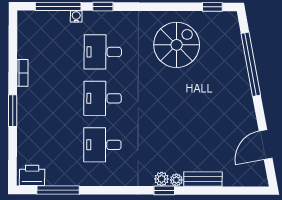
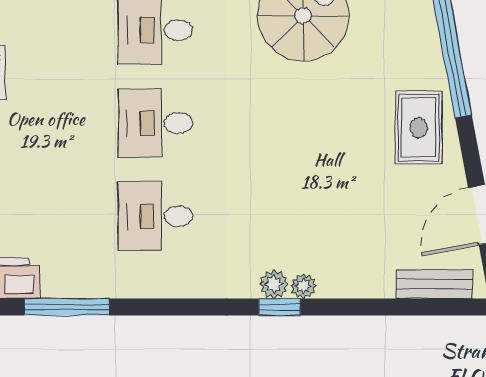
rug: (234, 101) -> (419, 128), added
bench: (203, 179) -> (434, 284), moved

